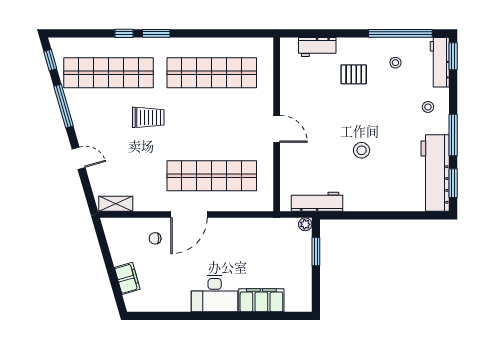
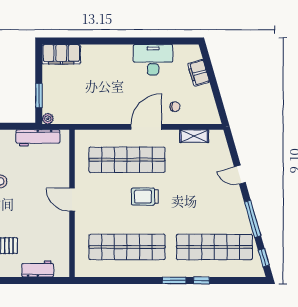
trolley: (148, 117) -> (145, 197), moved
shelving: (116, 204) -> (194, 136), moved
desk: (215, 294) -> (153, 60), moved
filing cabinet: (261, 300) -> (61, 54), moved

